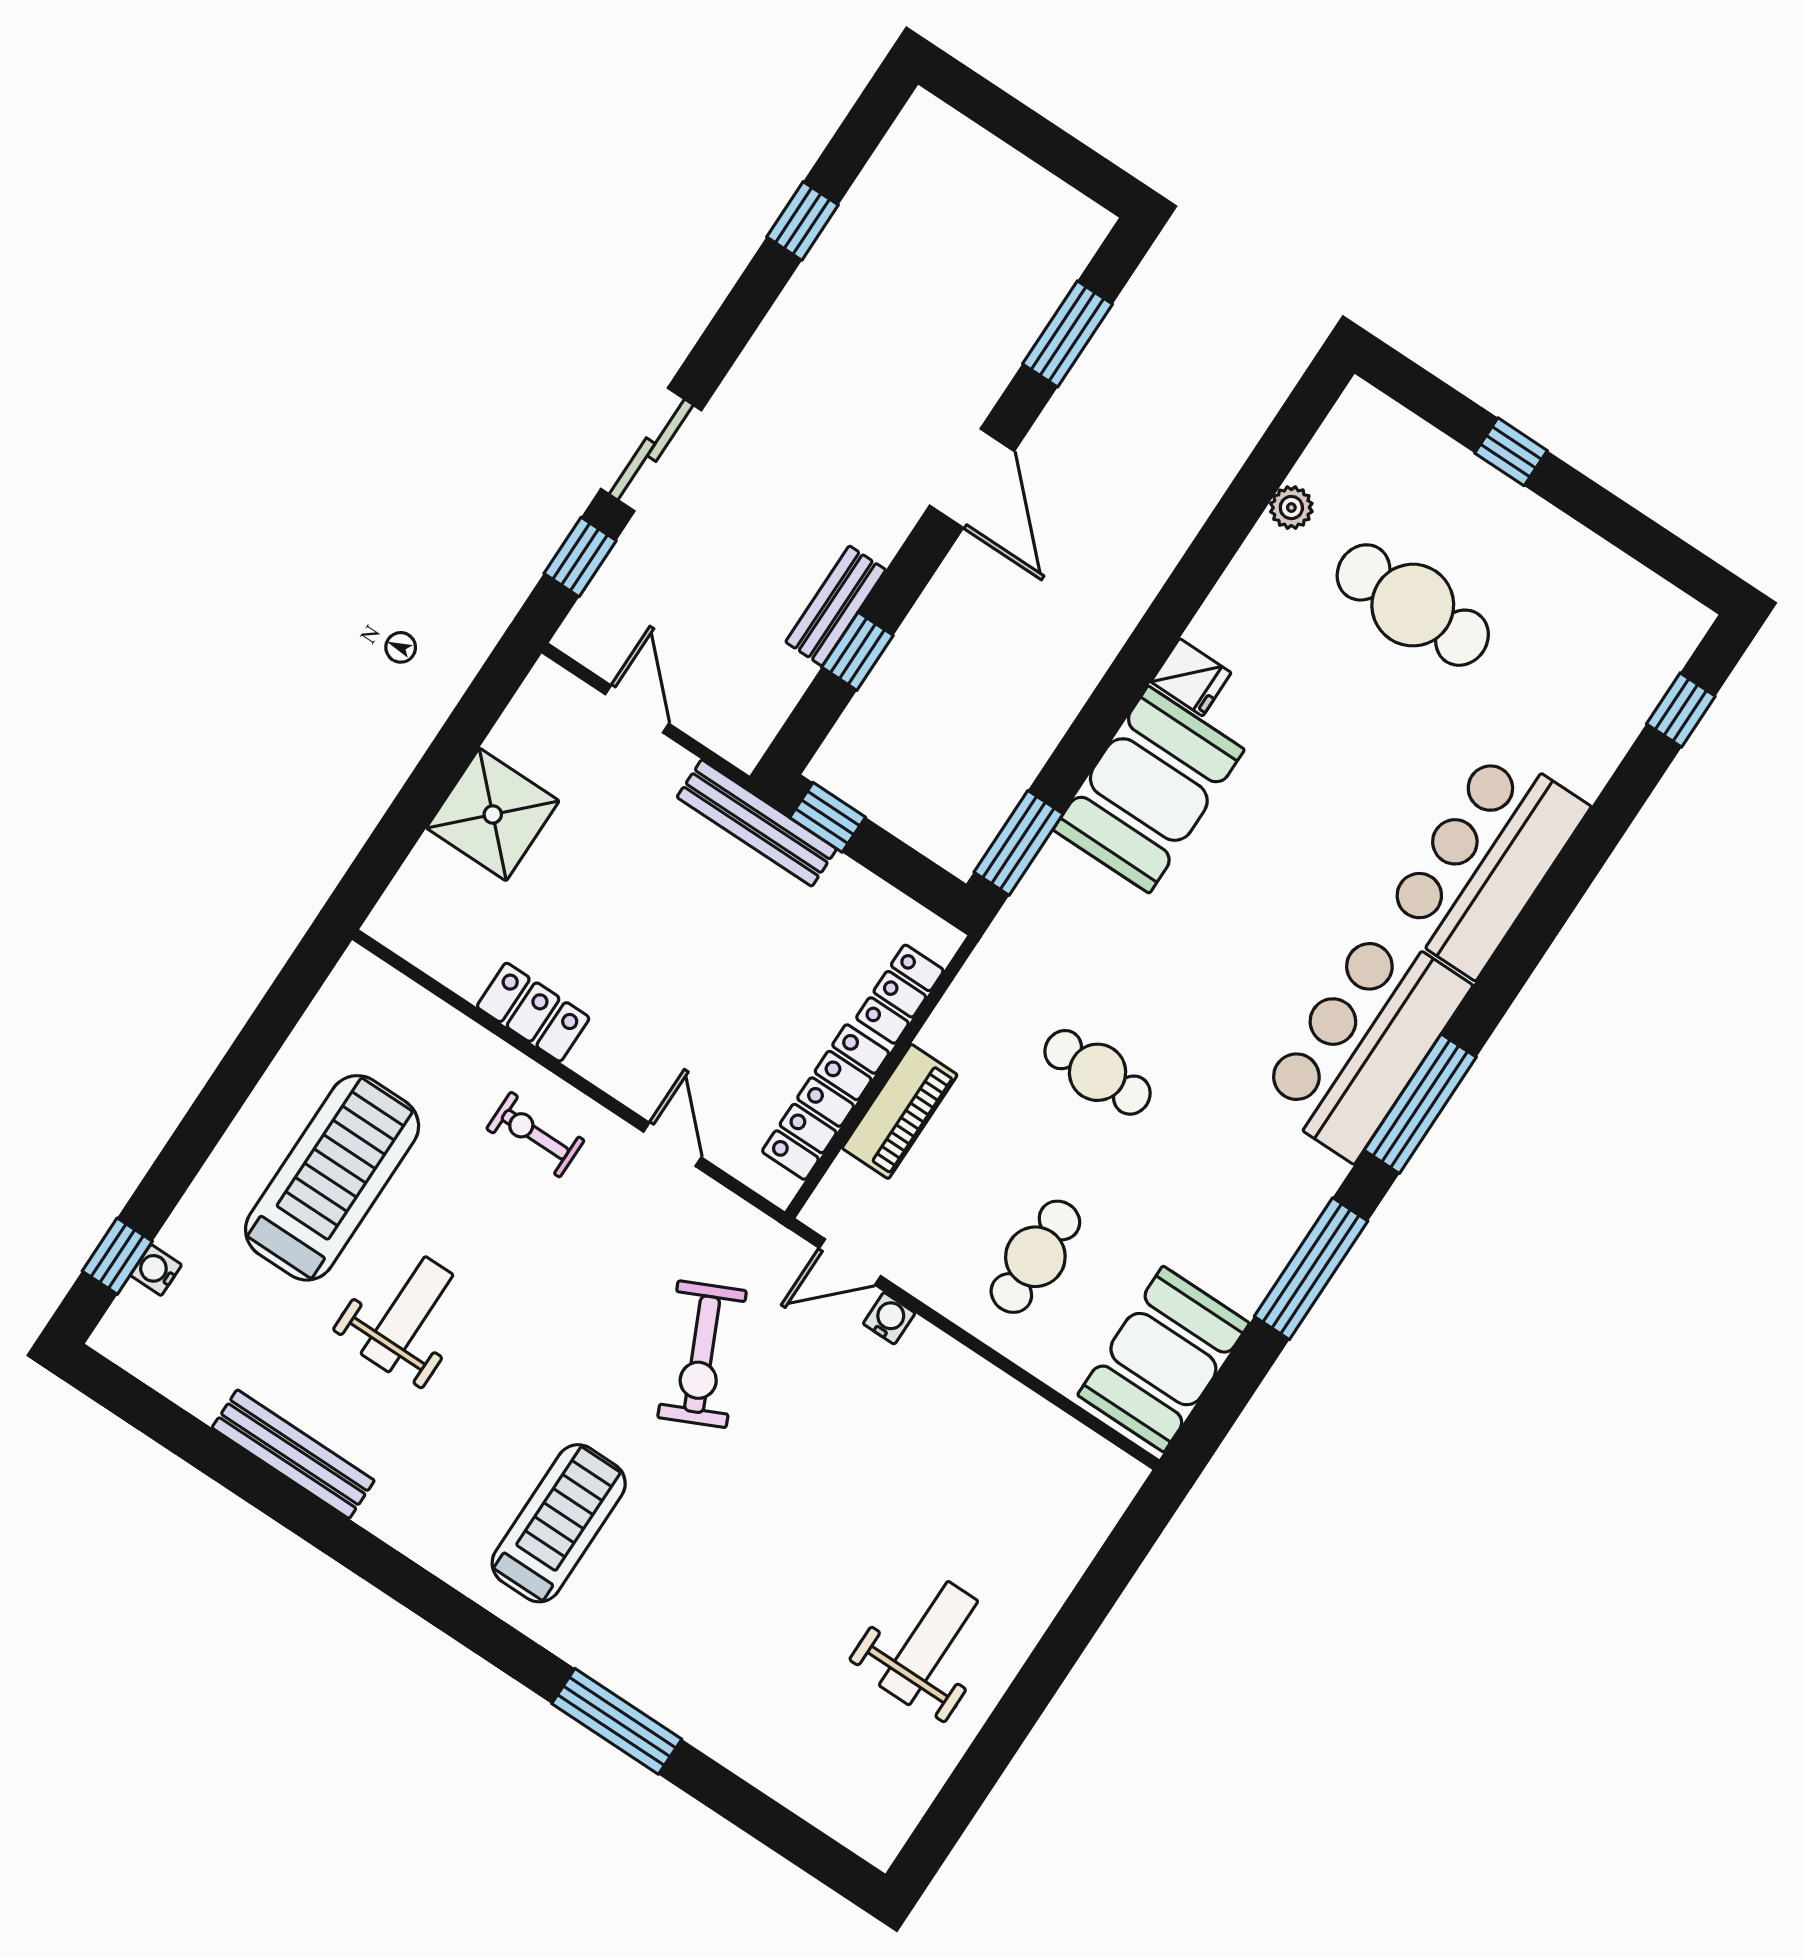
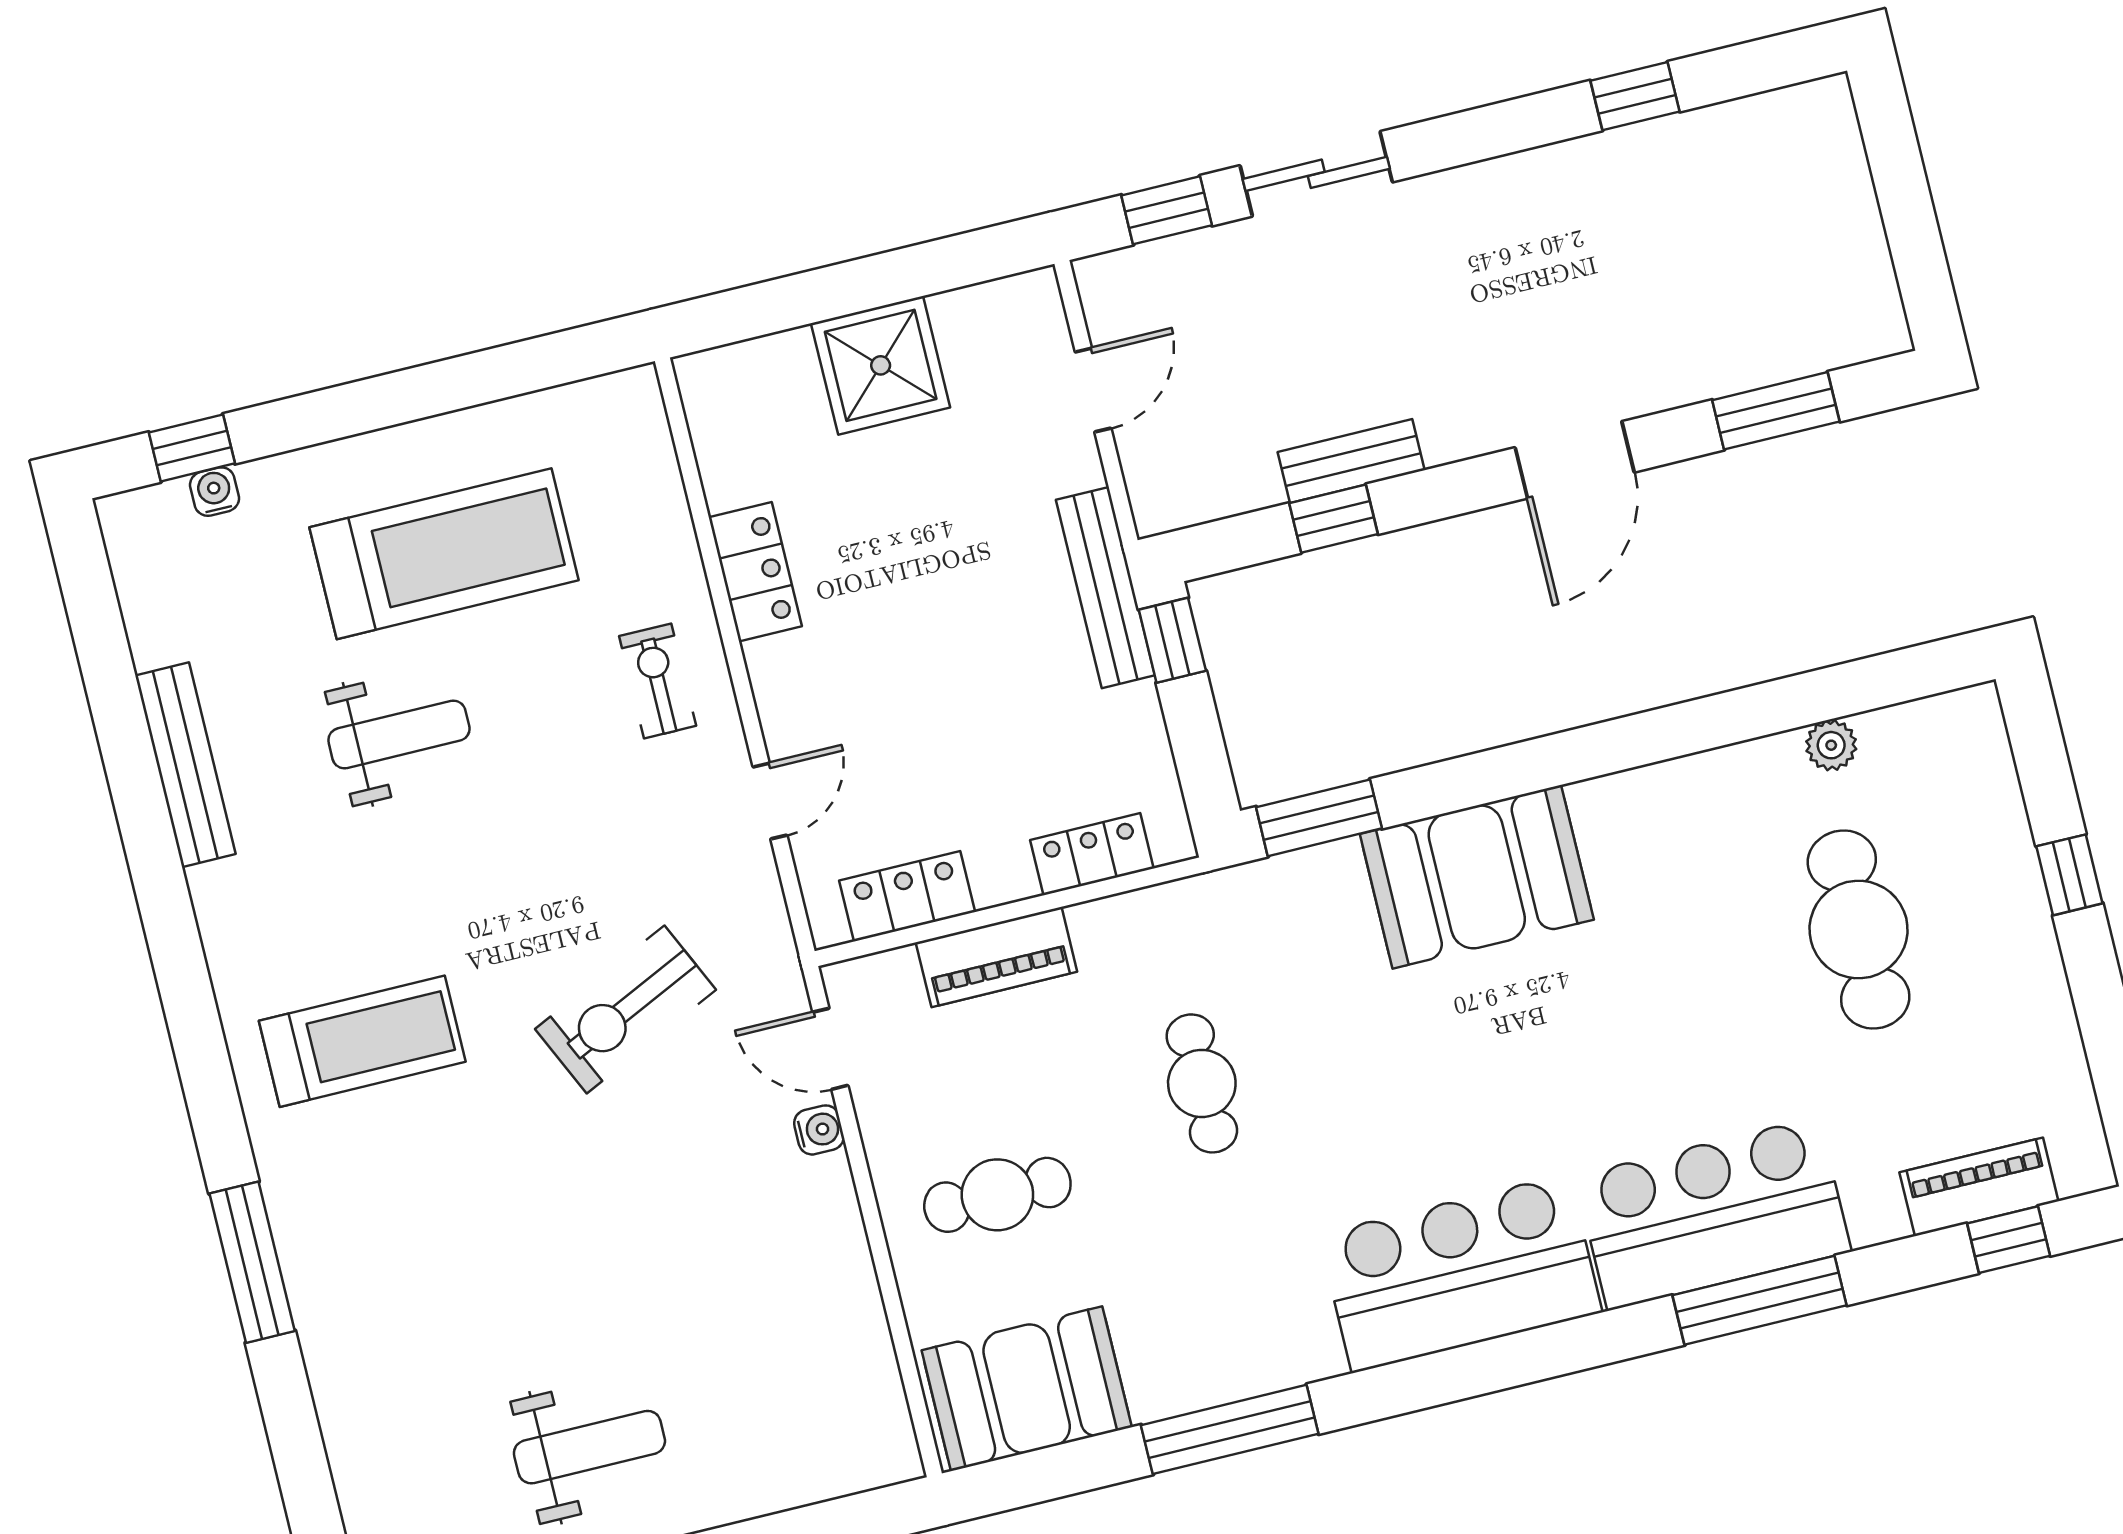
fridge: (1191, 677) -> (1605, 813), removed
piano: (1633, 694) -> (1979, 1187), added
locker: (826, 1102) -> (907, 896), width x0.66
window: (1420, 1104) -> (1760, 1300), moved

